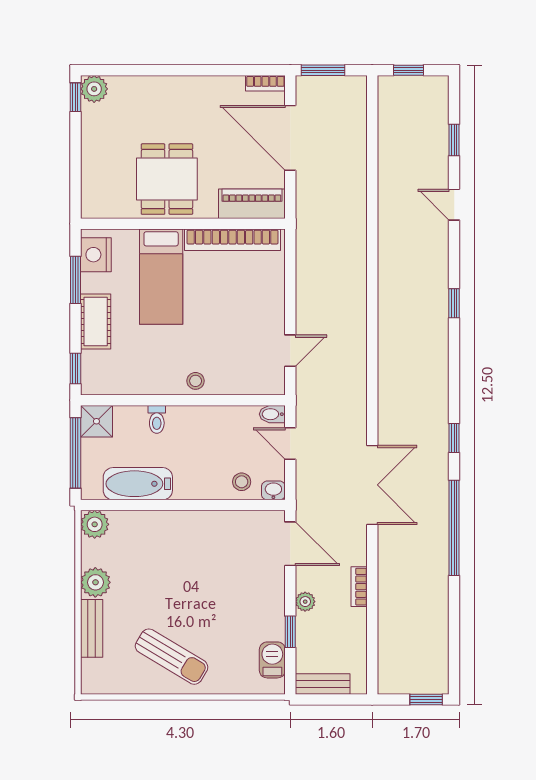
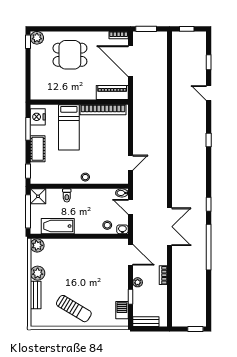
dining table: (167, 179) -> (70, 55), moved, turned 90

